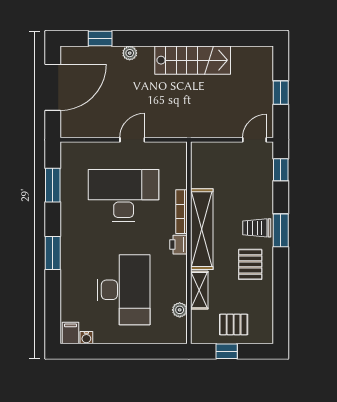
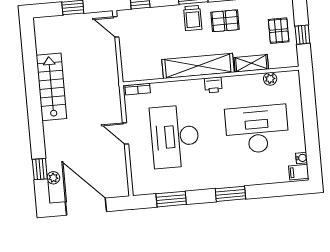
plant: (130, 53) -> (53, 178), moved
bookcase: (181, 212) -> (138, 89), moved, width x0.64

